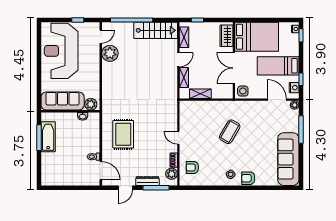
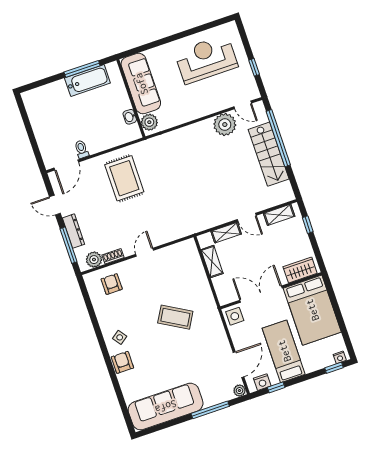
stairs: (156, 30) -> (269, 154), moved
reception desk: (61, 51) -> (206, 59), width x0.74, depth x0.77
rug: (123, 134) -> (124, 178), turned 90

